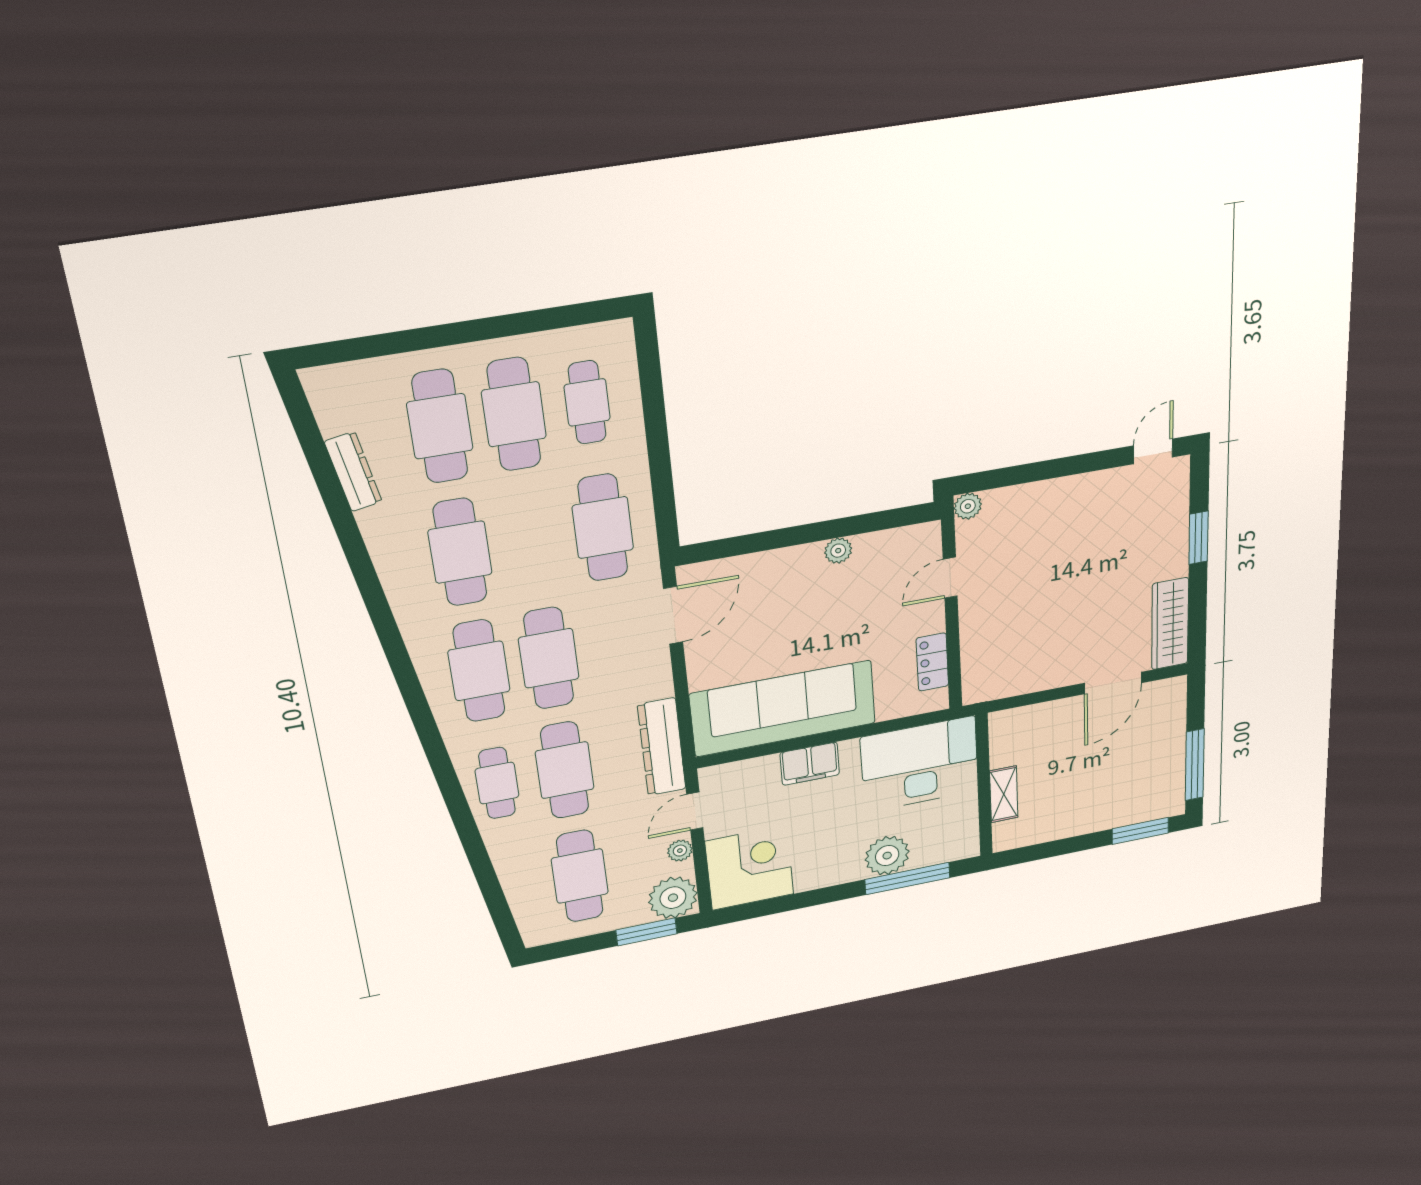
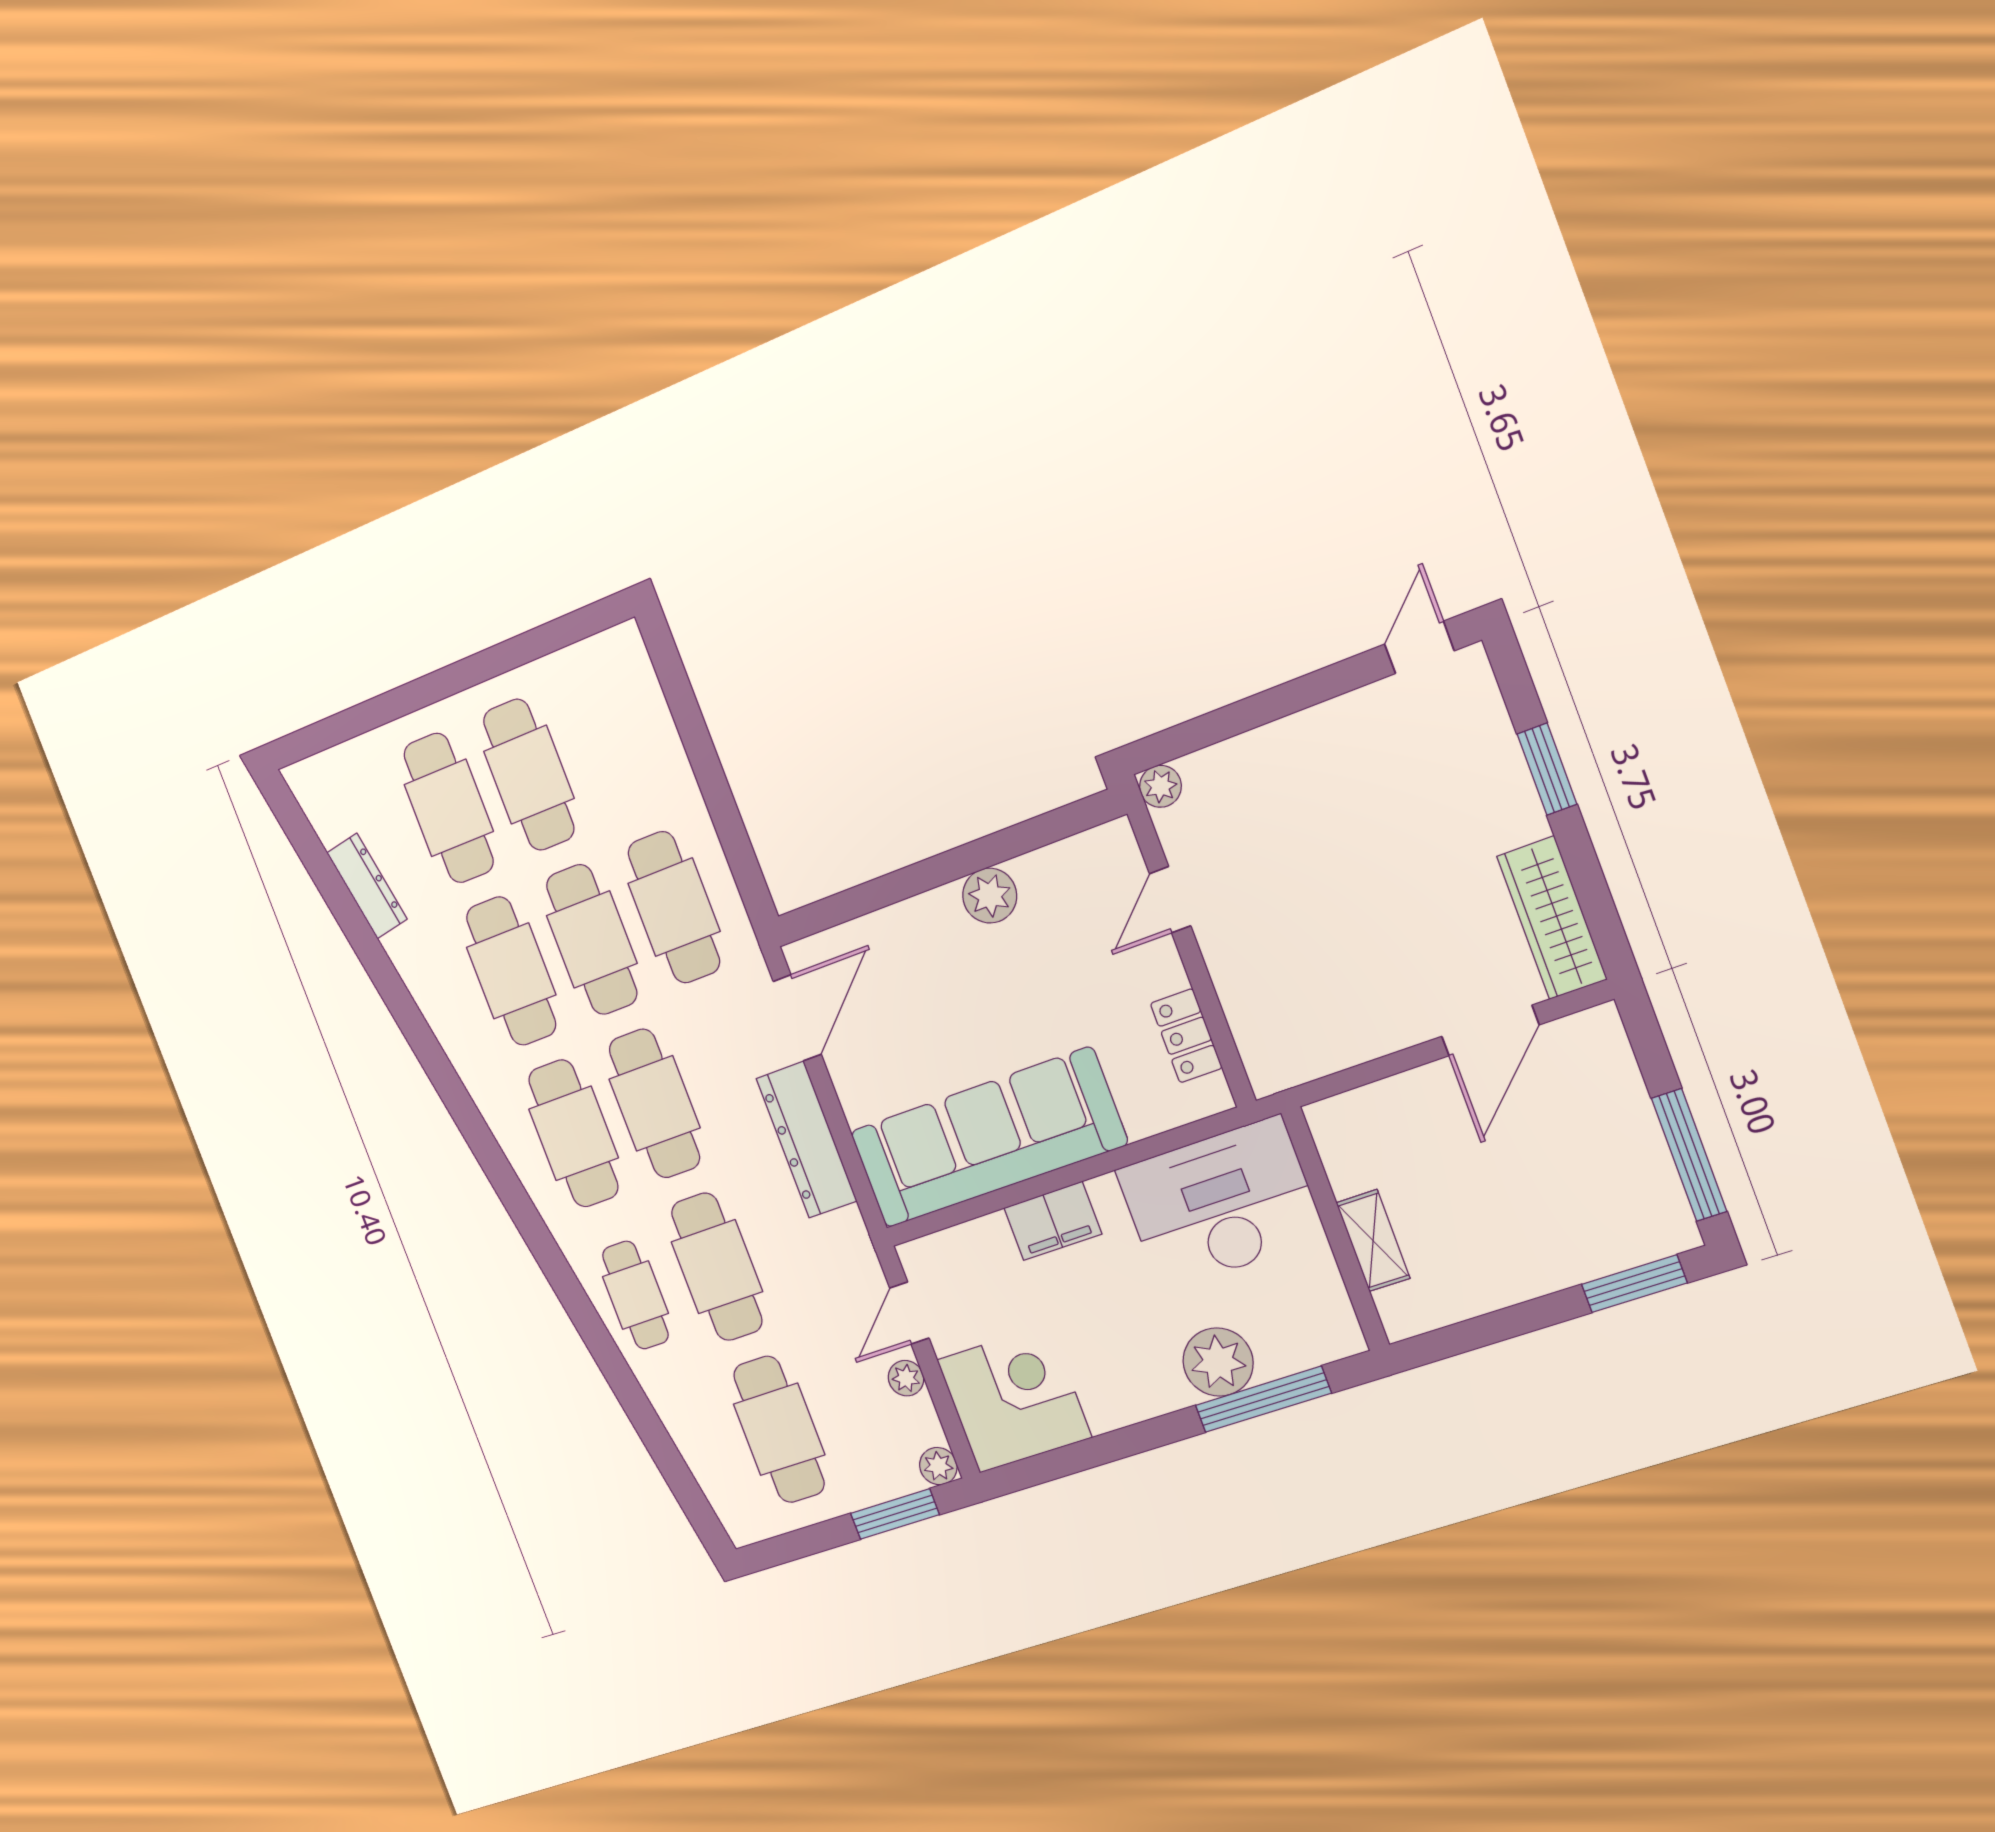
cafe table: (587, 402) -> (592, 939), moved, width x1.37, depth x1.35
plant: (838, 551) -> (990, 896), width x1.38, depth x1.38
dresser: (662, 747) -> (807, 1140), moved
plant: (673, 898) -> (938, 1466), width x0.53, depth x0.53

